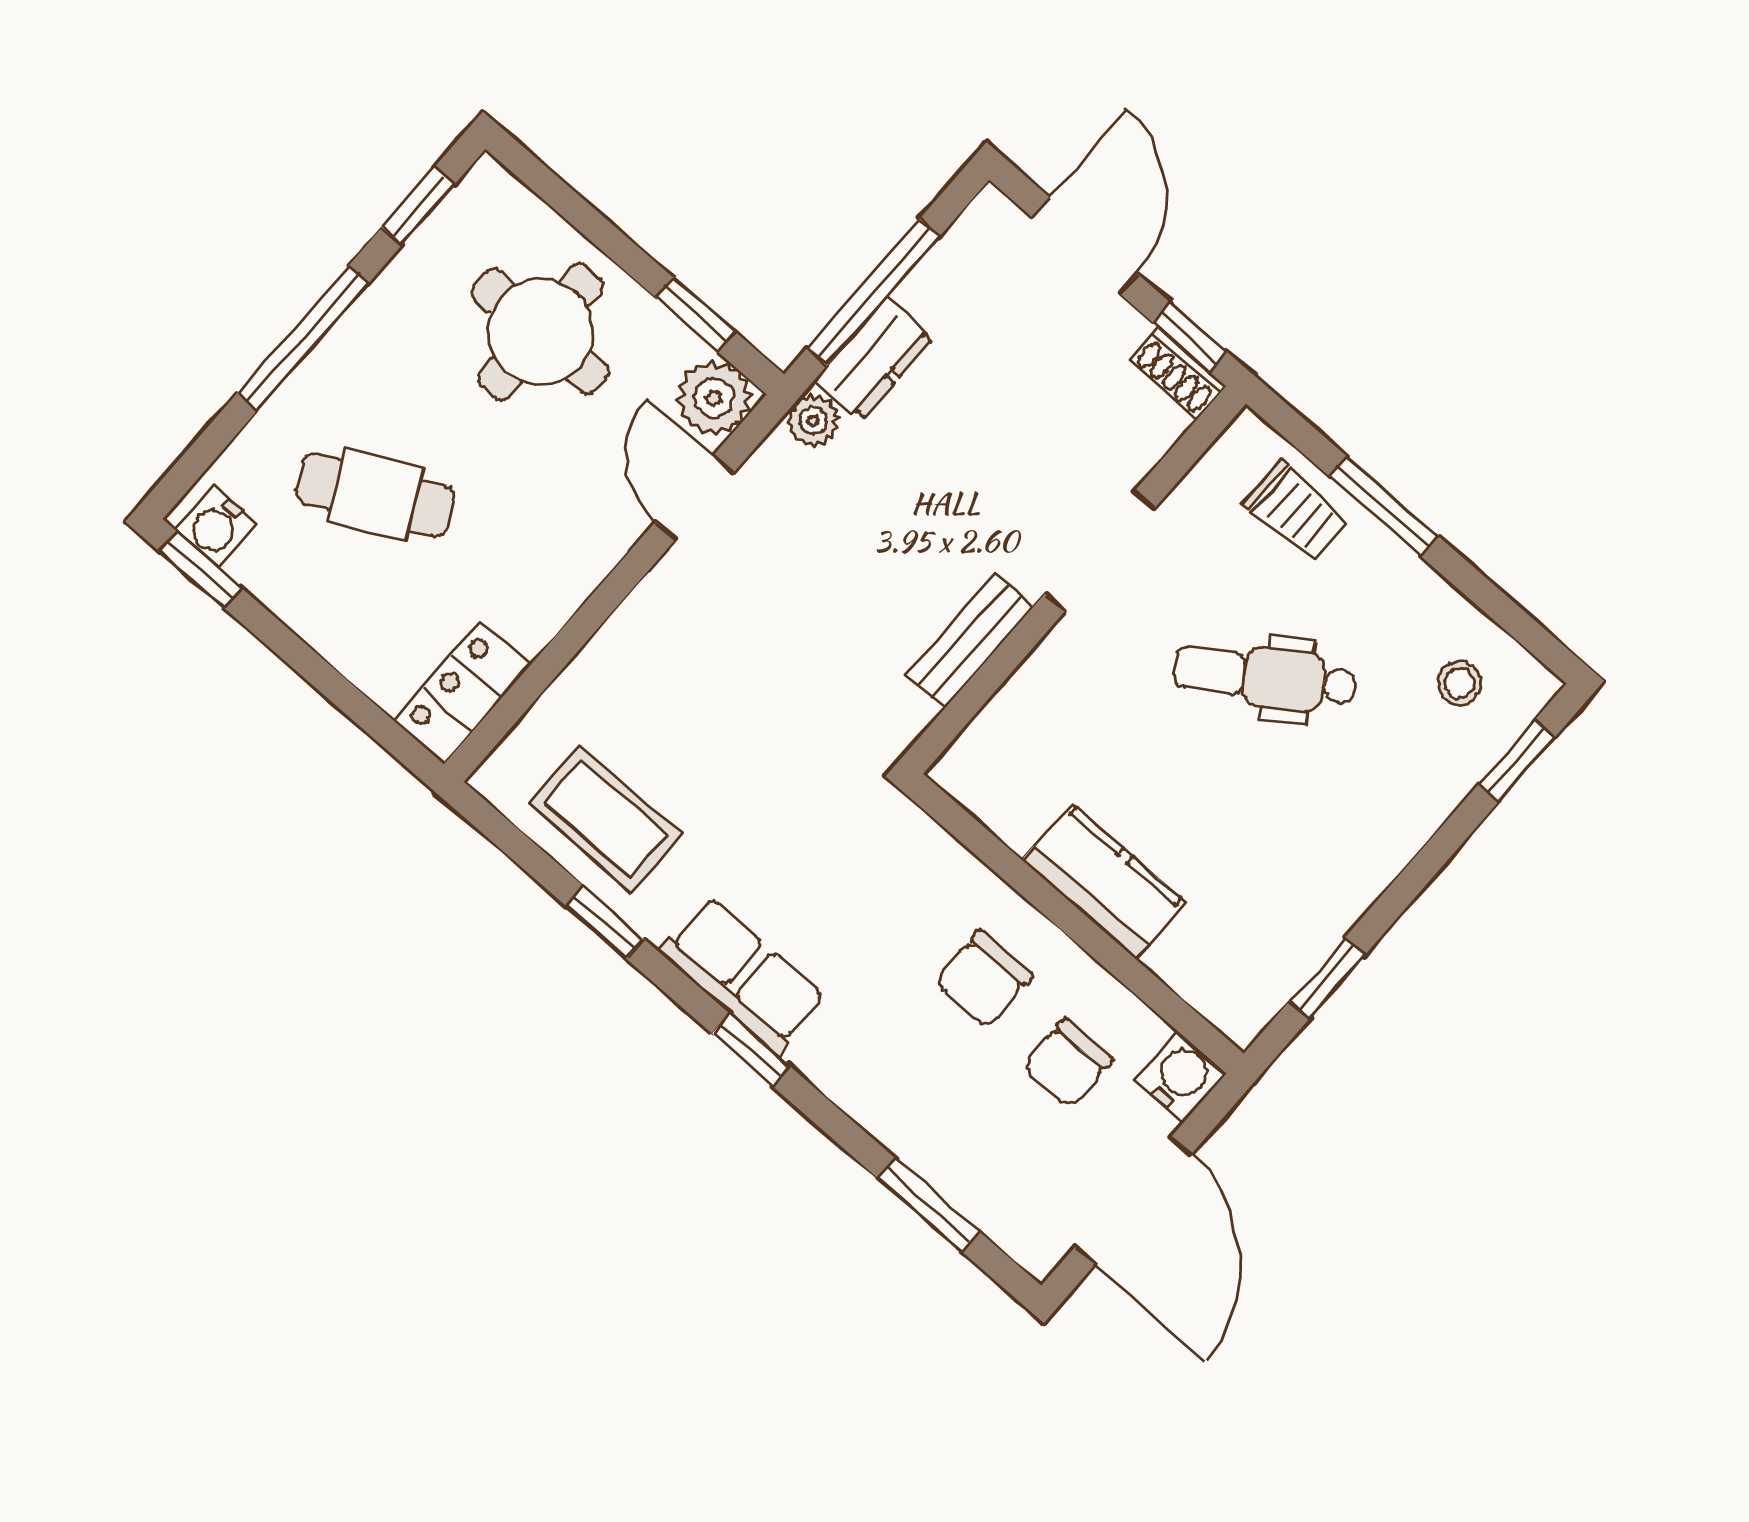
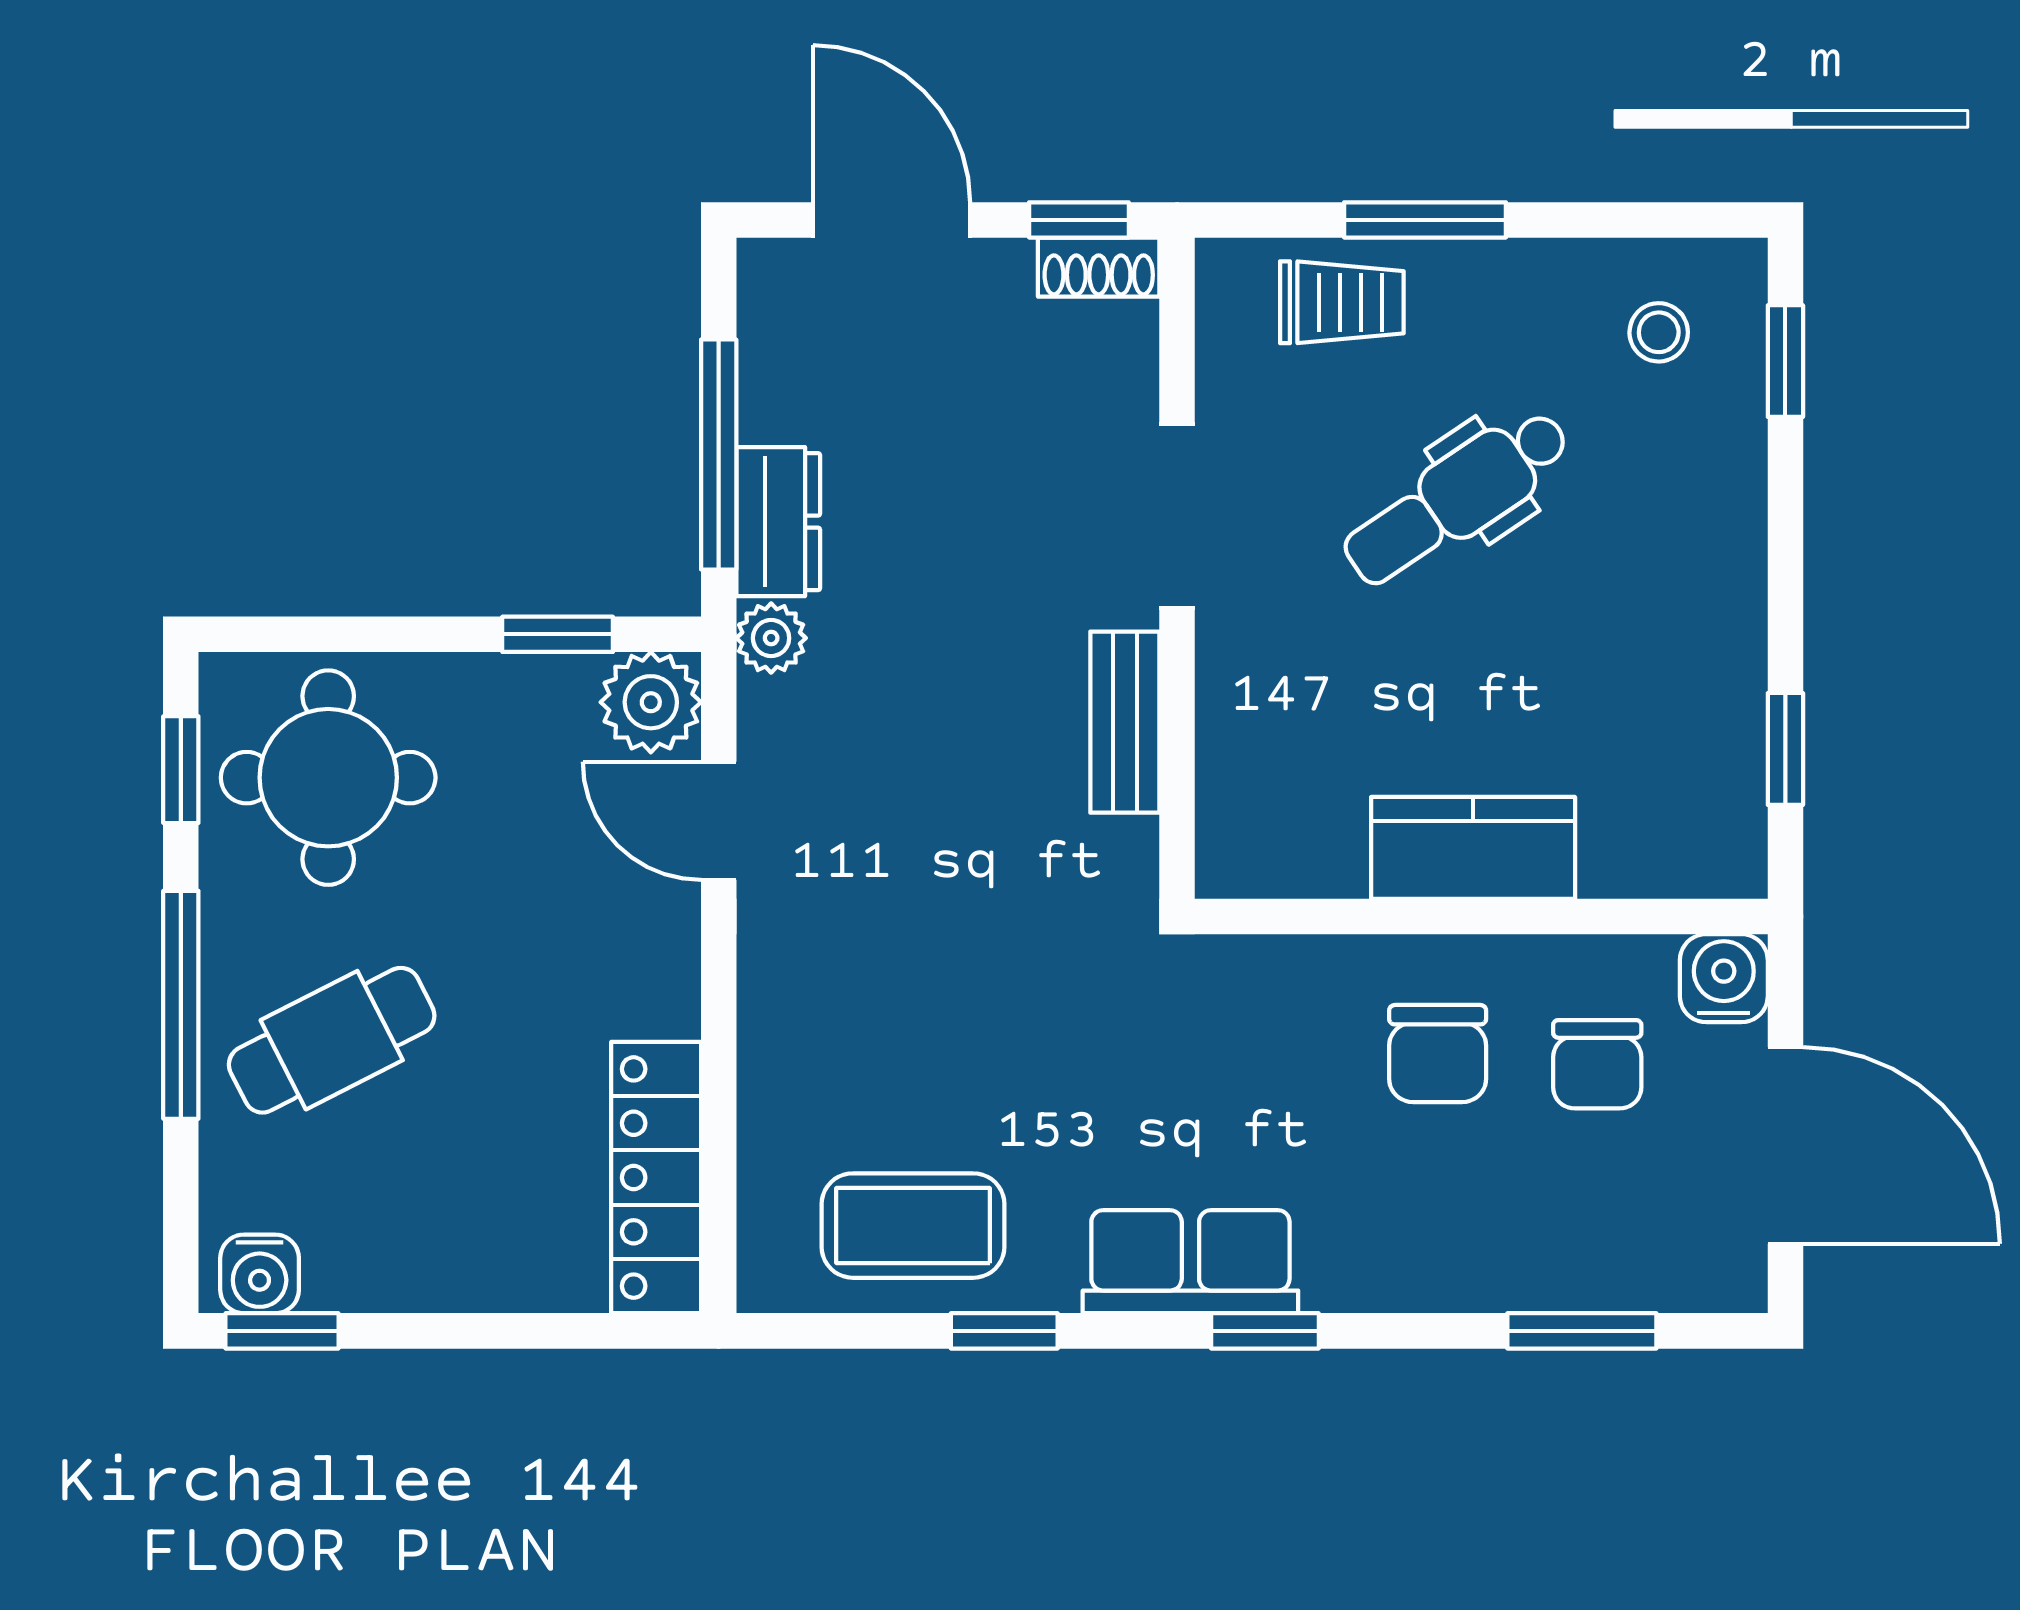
round table: (540, 332) -> (328, 778), moved
cafe table: (376, 495) -> (332, 1040), moved
locker: (462, 693) -> (656, 1178), width x1.53

